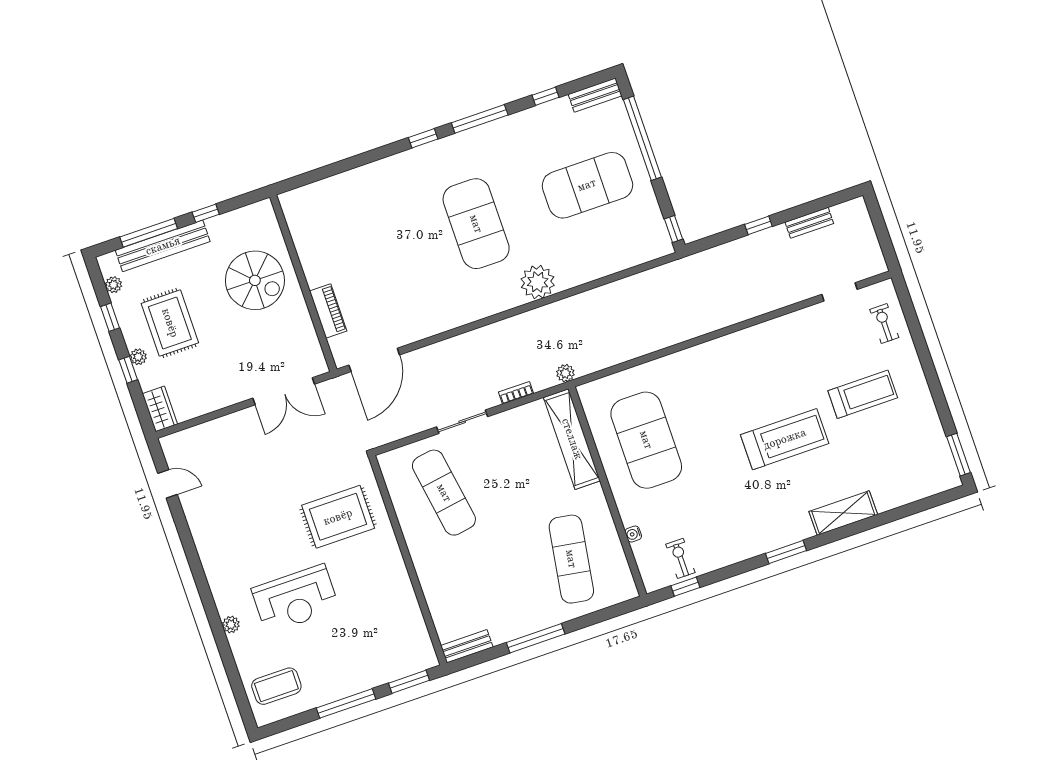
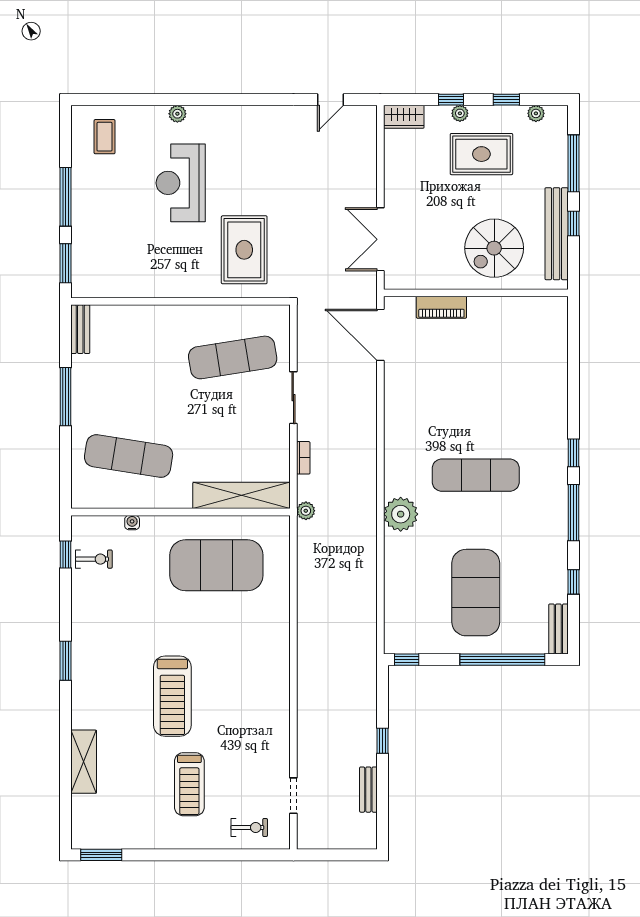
exercise mat: (476, 224) -> (476, 475), width x0.68
bench: (163, 246) -> (557, 234), moved
shelving: (843, 513) -> (84, 762), moved
coffee table: (276, 686) -> (105, 137), width x0.73, depth x0.77

